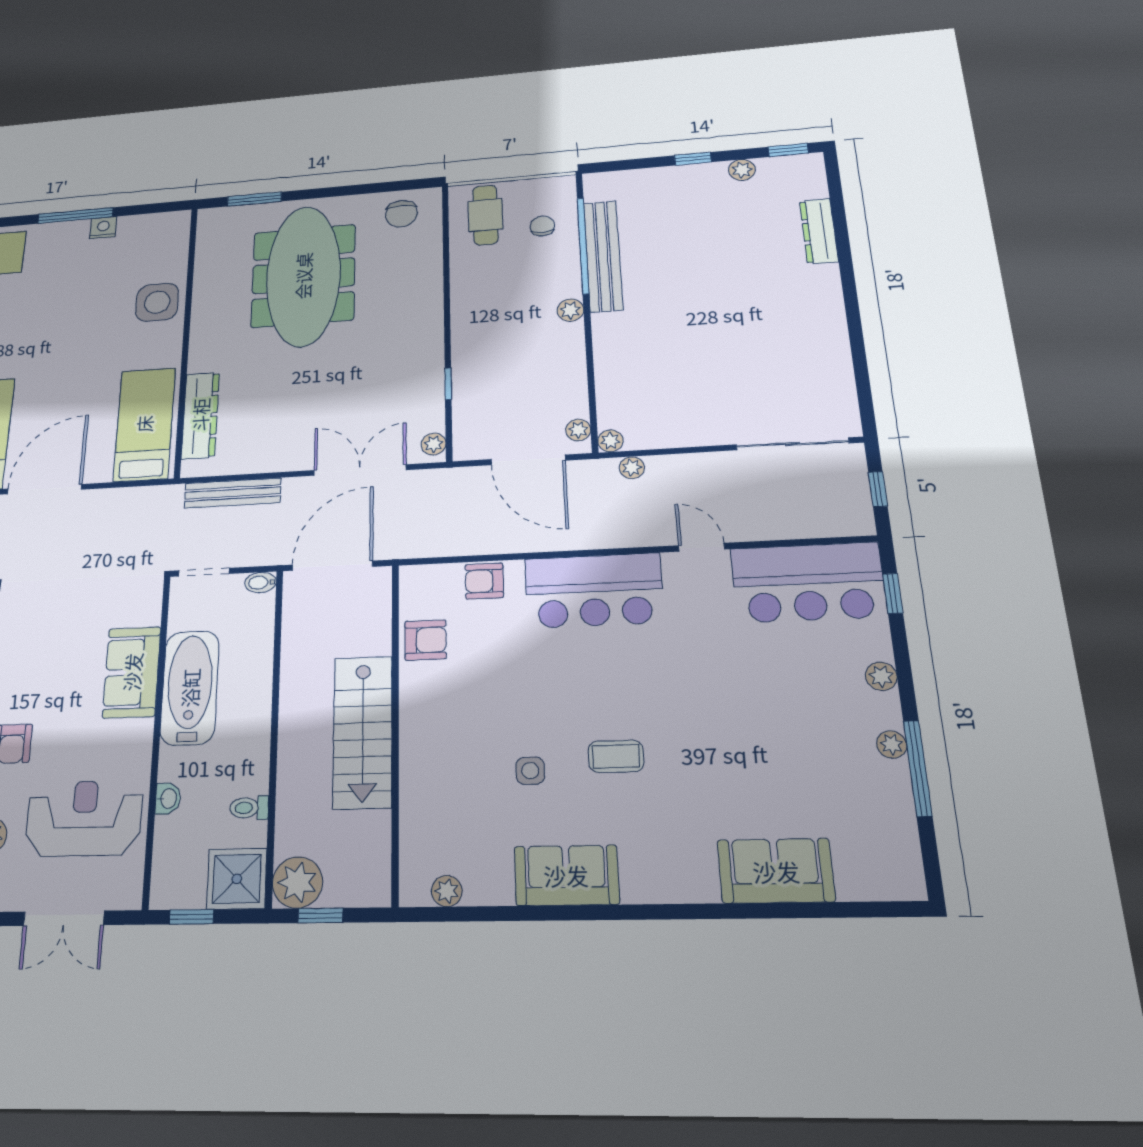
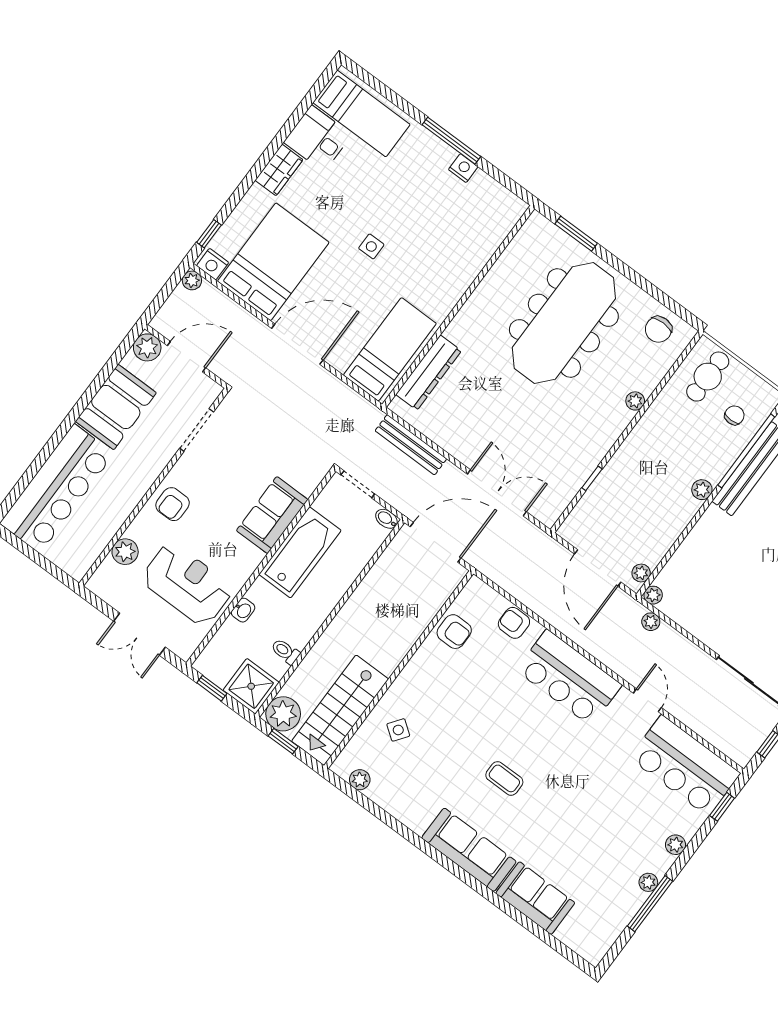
side table: (157, 302) -> (371, 246), moved, width x0.54, depth x0.54
plant: (434, 444) -> (635, 401), moved
stairs: (363, 732) -> (340, 710), moved
side table: (530, 771) -> (398, 730), moved, turned 36
sofa: (566, 875) -> (469, 850), moved, width x1.36

